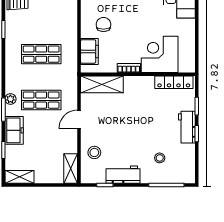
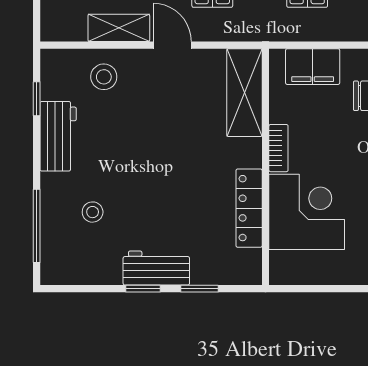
locker: (174, 82) -> (249, 208), moved
shelving: (71, 168) -> (119, 28), moved

